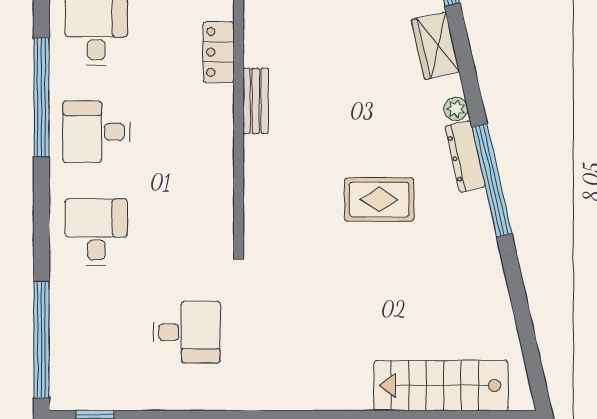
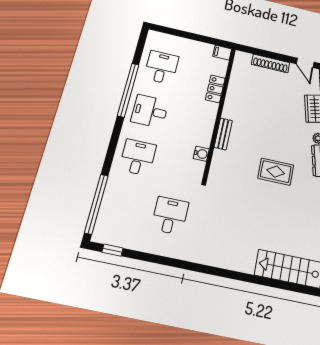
bench: (256, 101) -> (223, 134), moved
water cooler: (220, 196) -> (201, 154), added
desk: (187, 332) -> (170, 216), turned -90

